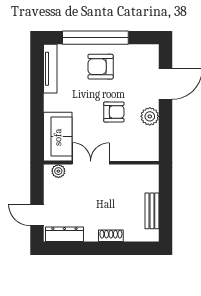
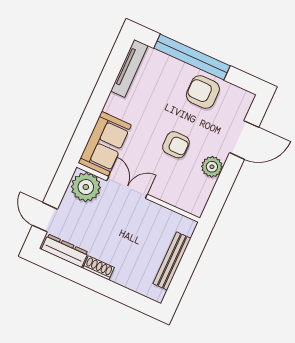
armchair: (101, 67) -> (203, 92), moved
plant: (58, 171) -> (86, 187), width x1.87, depth x1.87
bench: (152, 211) -> (172, 261), width x1.36
shoe rack: (111, 236) -> (98, 268), moved

